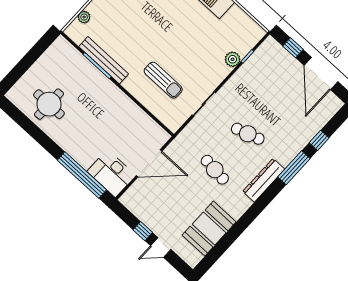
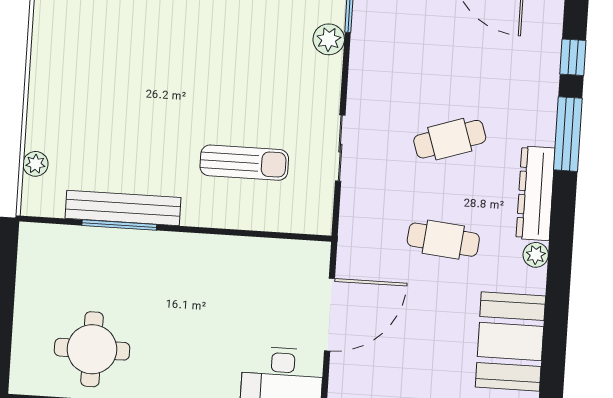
plant: (245, 204) -> (536, 255), added

